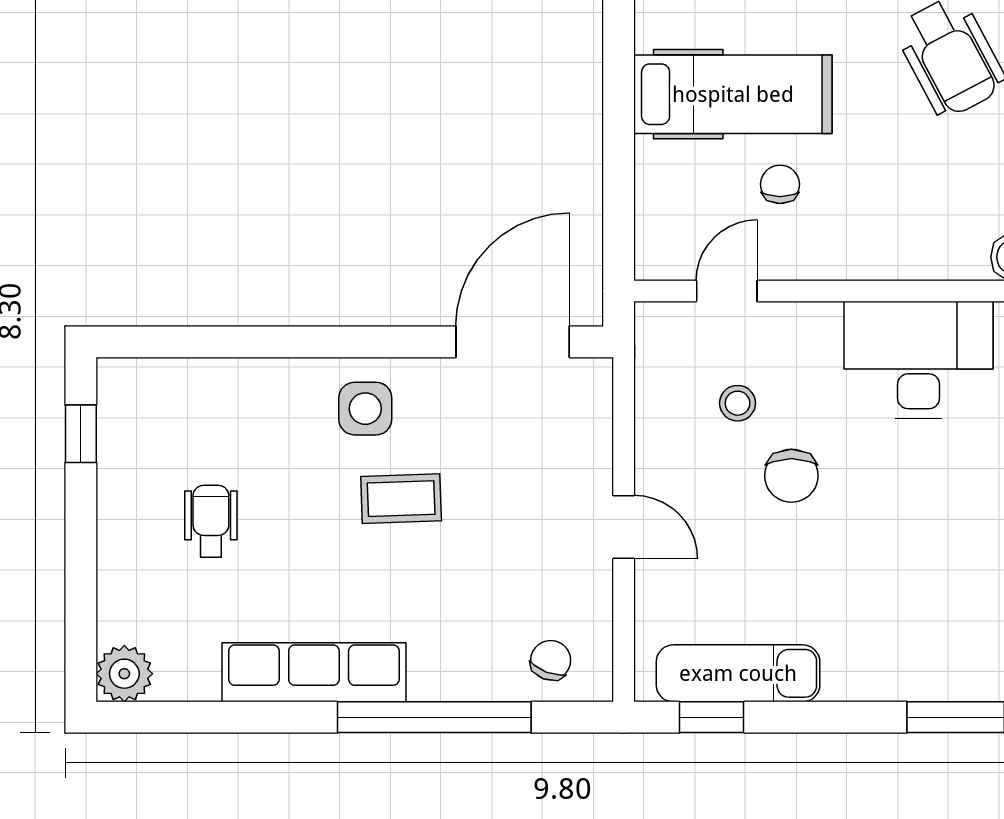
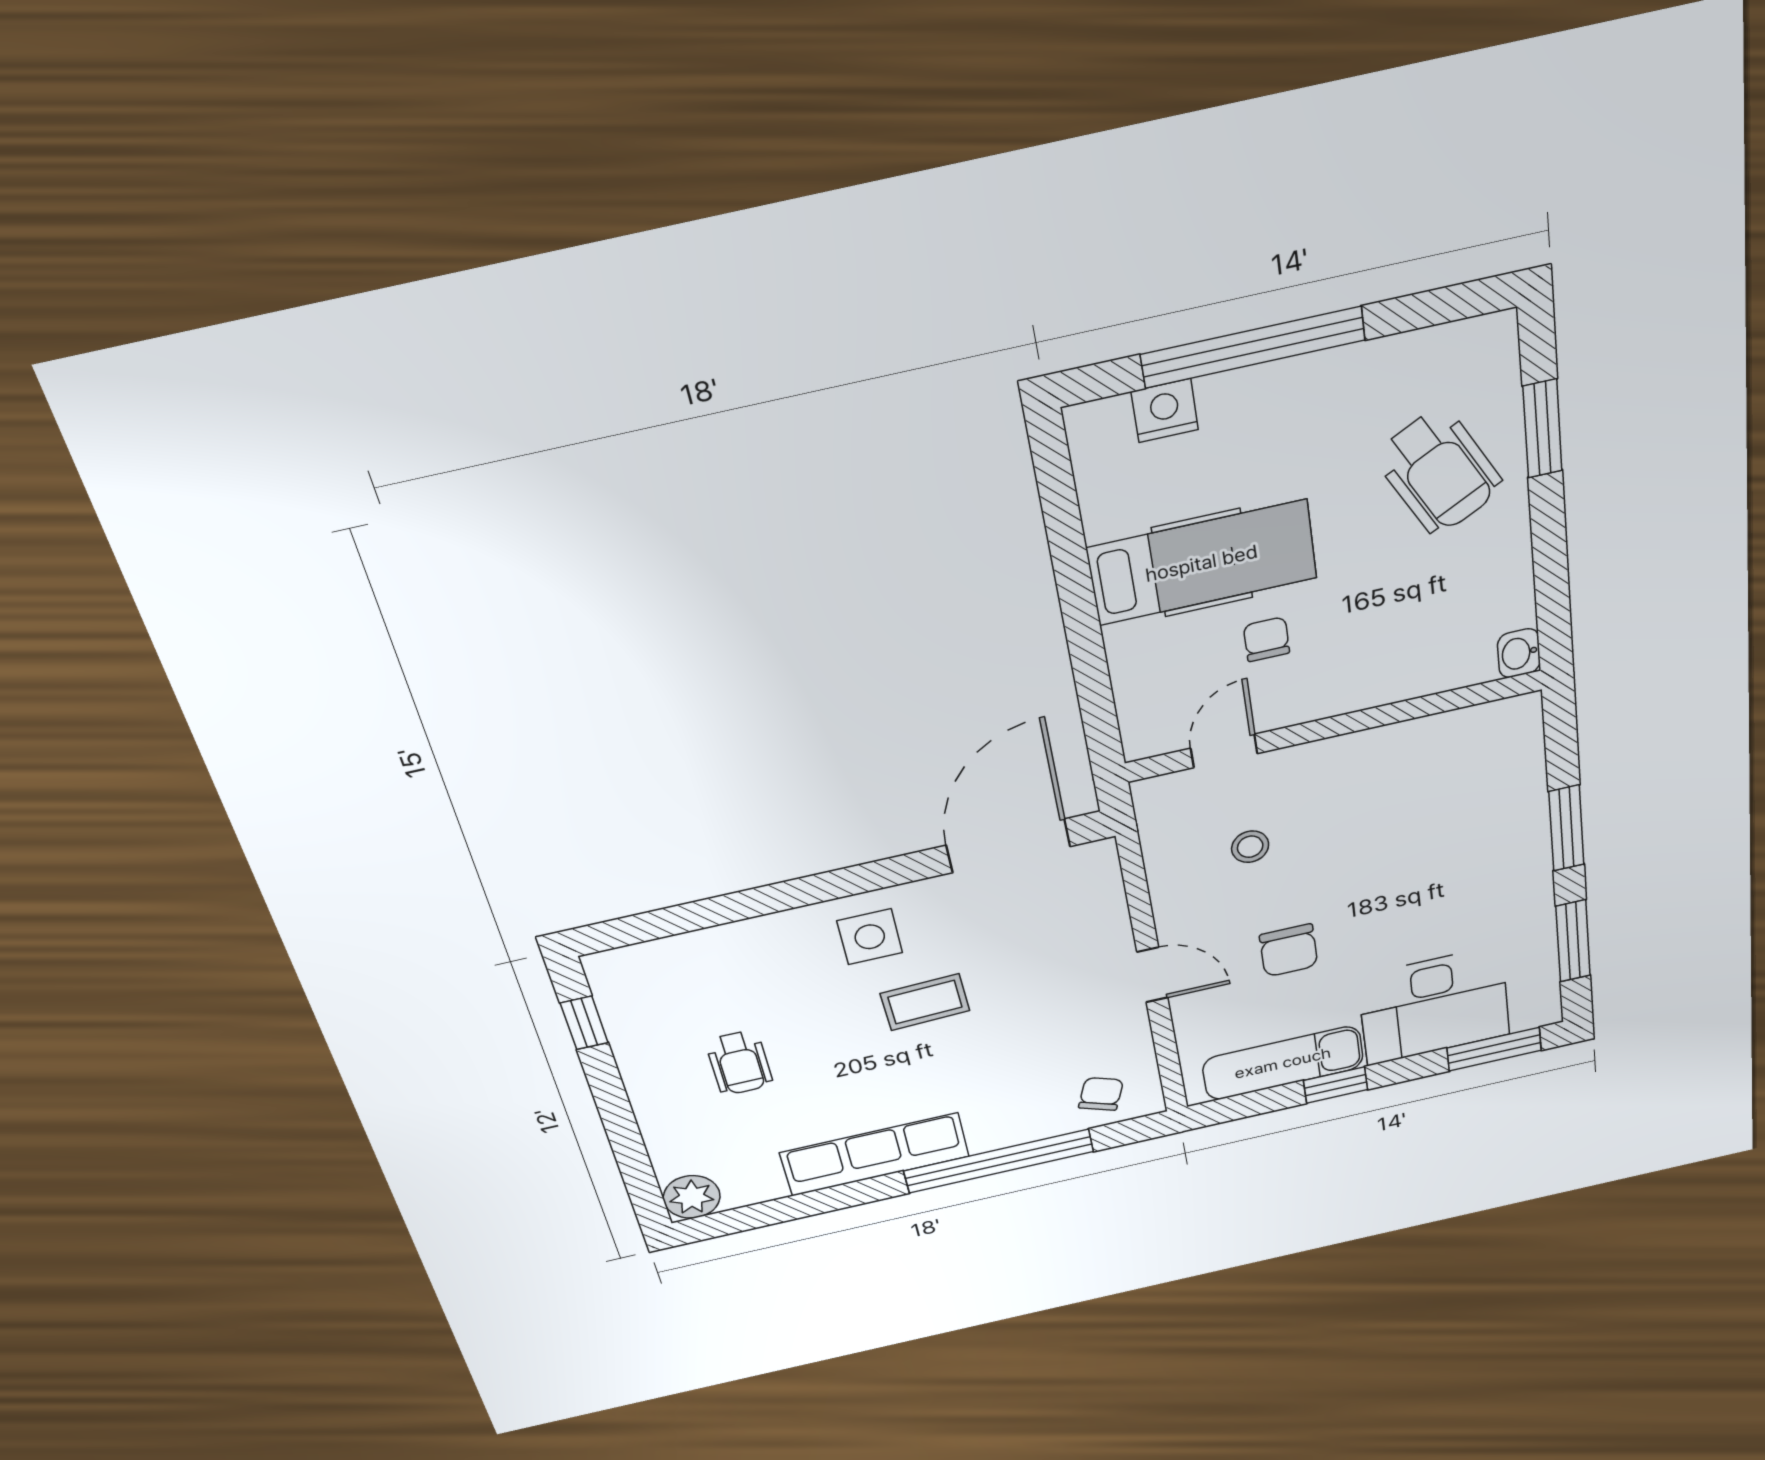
desk: (919, 360) -> (1434, 1006), moved, turned 180
chair: (791, 476) -> (1289, 950), moved
wheelchair: (211, 521) -> (739, 1063), turned 180
window: (711, 717) -> (1336, 1085), moved

